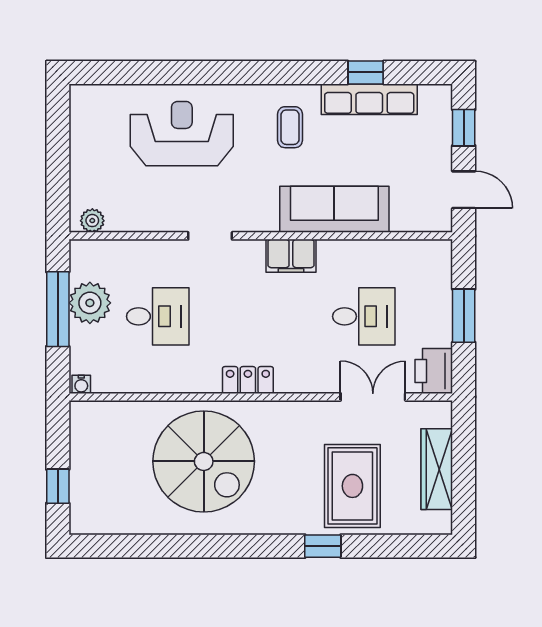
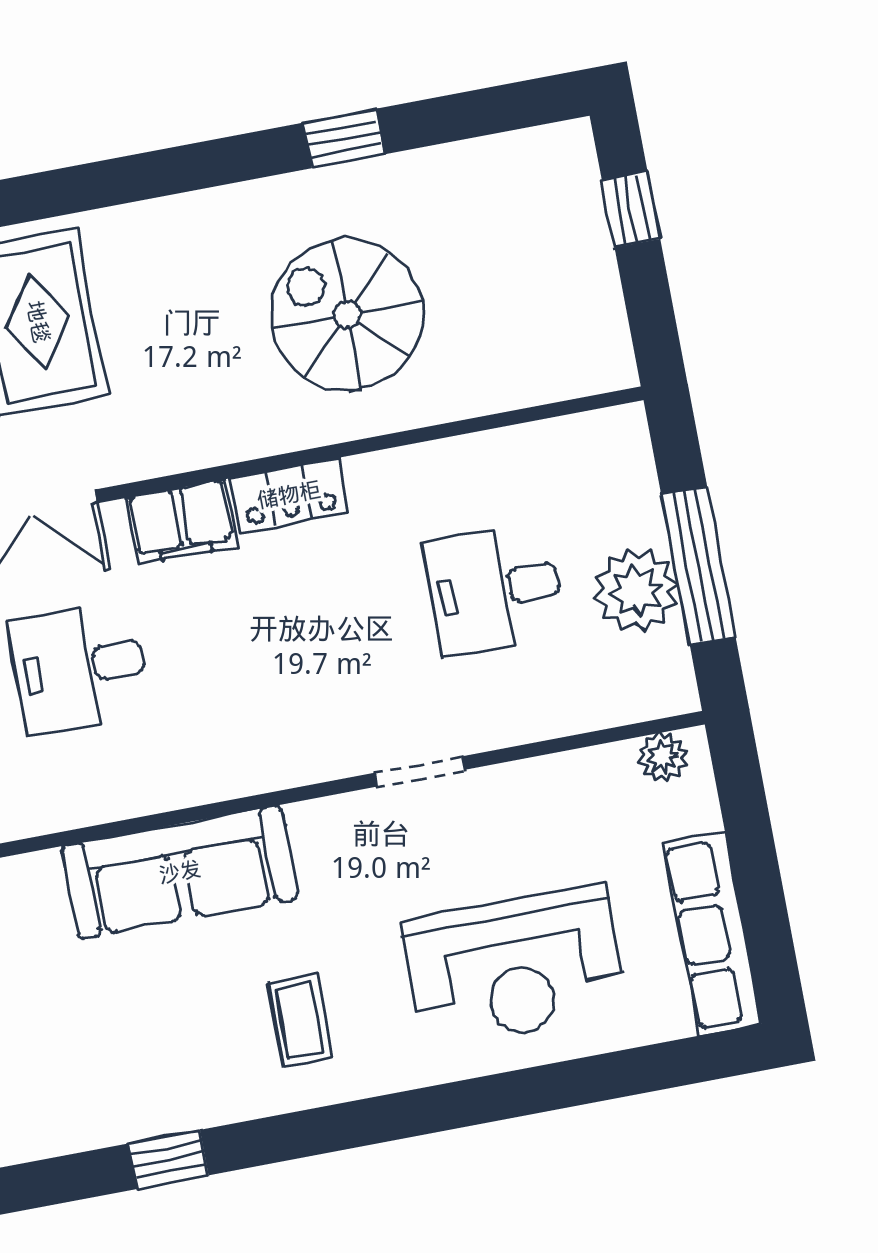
row of seats: (369, 99) -> (712, 933), moved, turned -90
filing cabinet: (291, 256) -> (181, 522), moved, turned 180
water cooler: (81, 384) -> (623, 423), removed
spiral stairs: (204, 461) -> (347, 315), width x0.73, depth x0.73
window: (323, 546) -> (344, 139), moved

